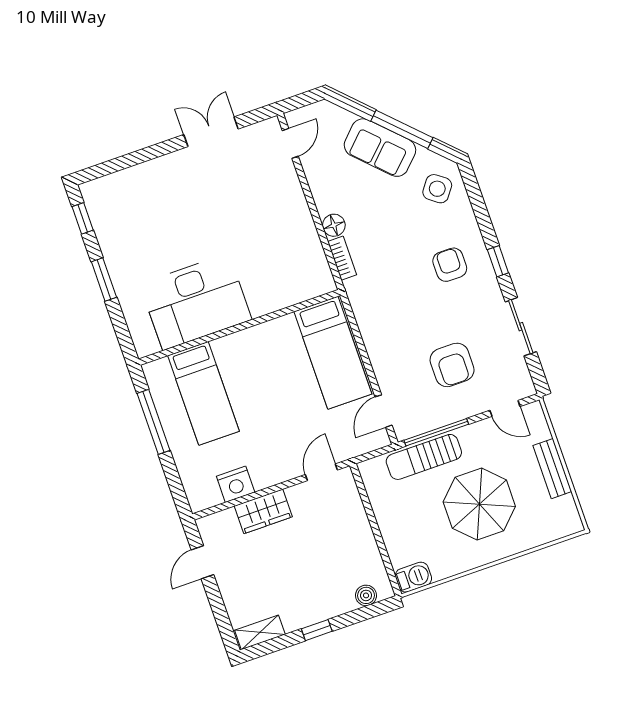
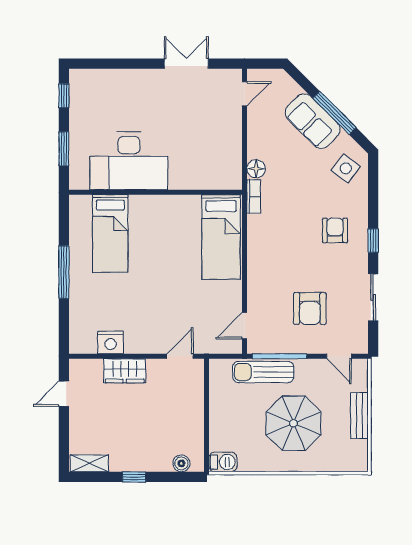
desk: (196, 302) -> (129, 161), moved
wall: (239, 327) -> (156, 192), moved
bed: (333, 353) -> (221, 237), moved
bed: (204, 393) -> (110, 234), moved

